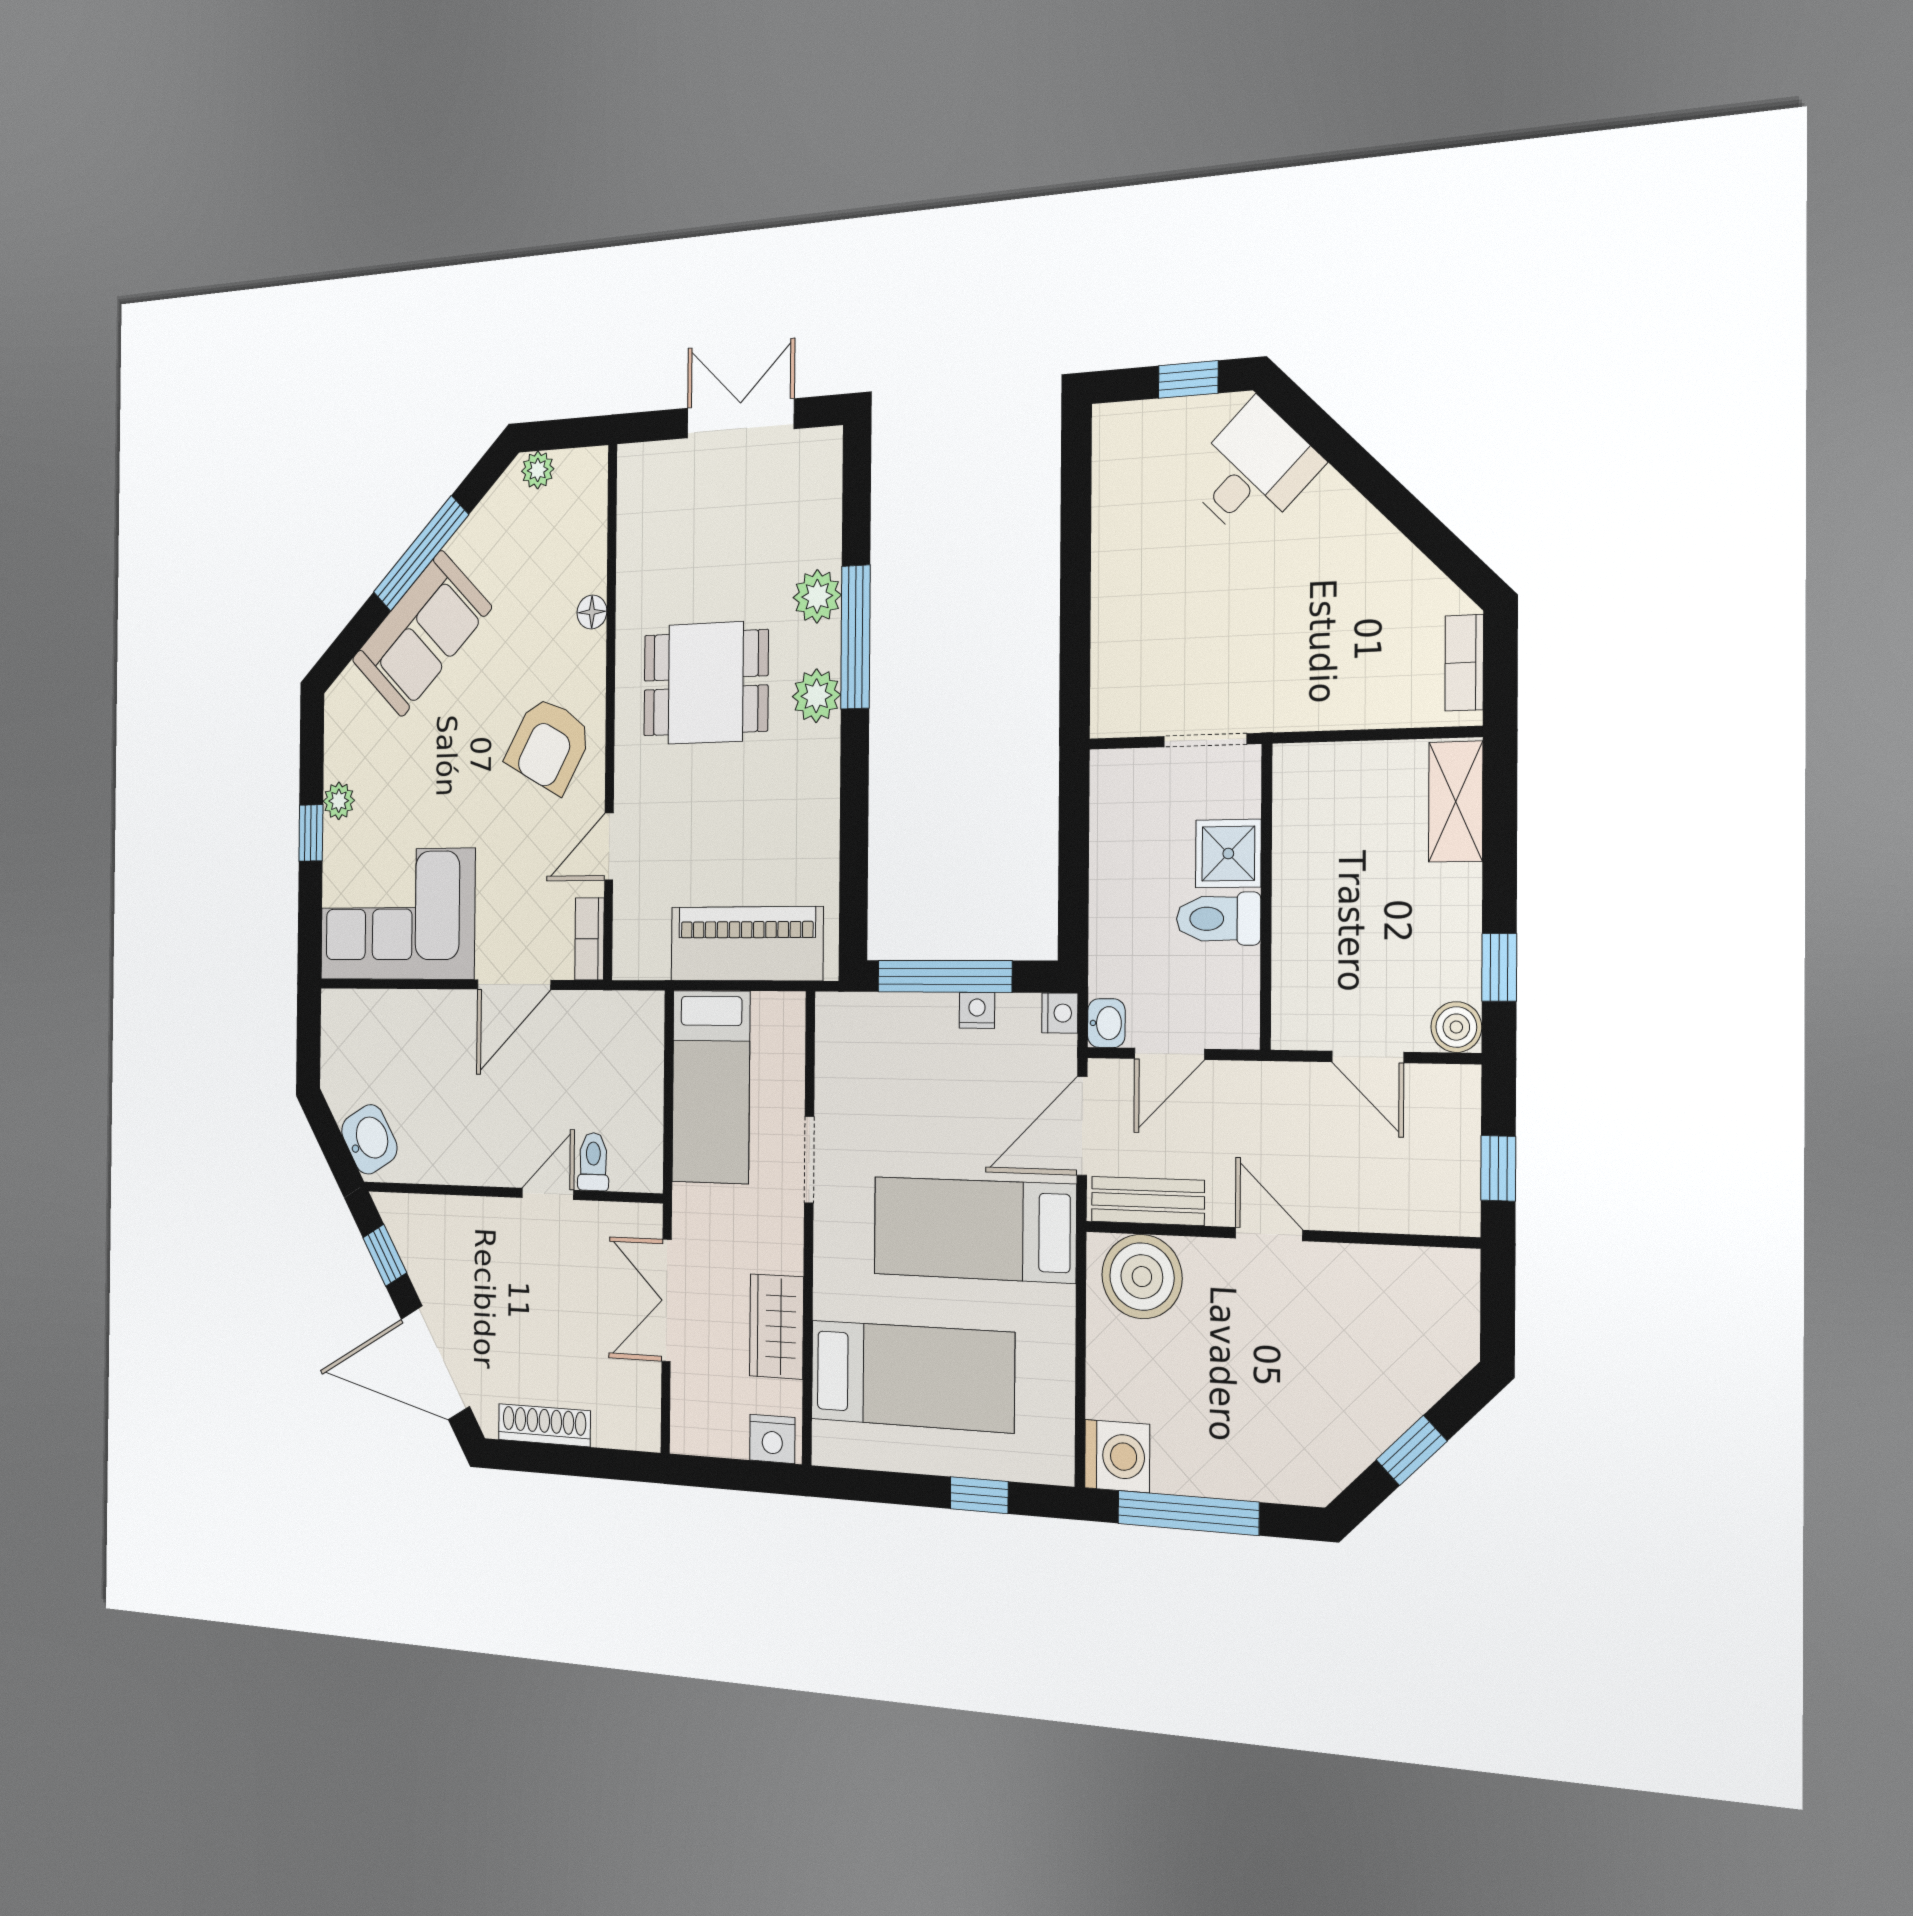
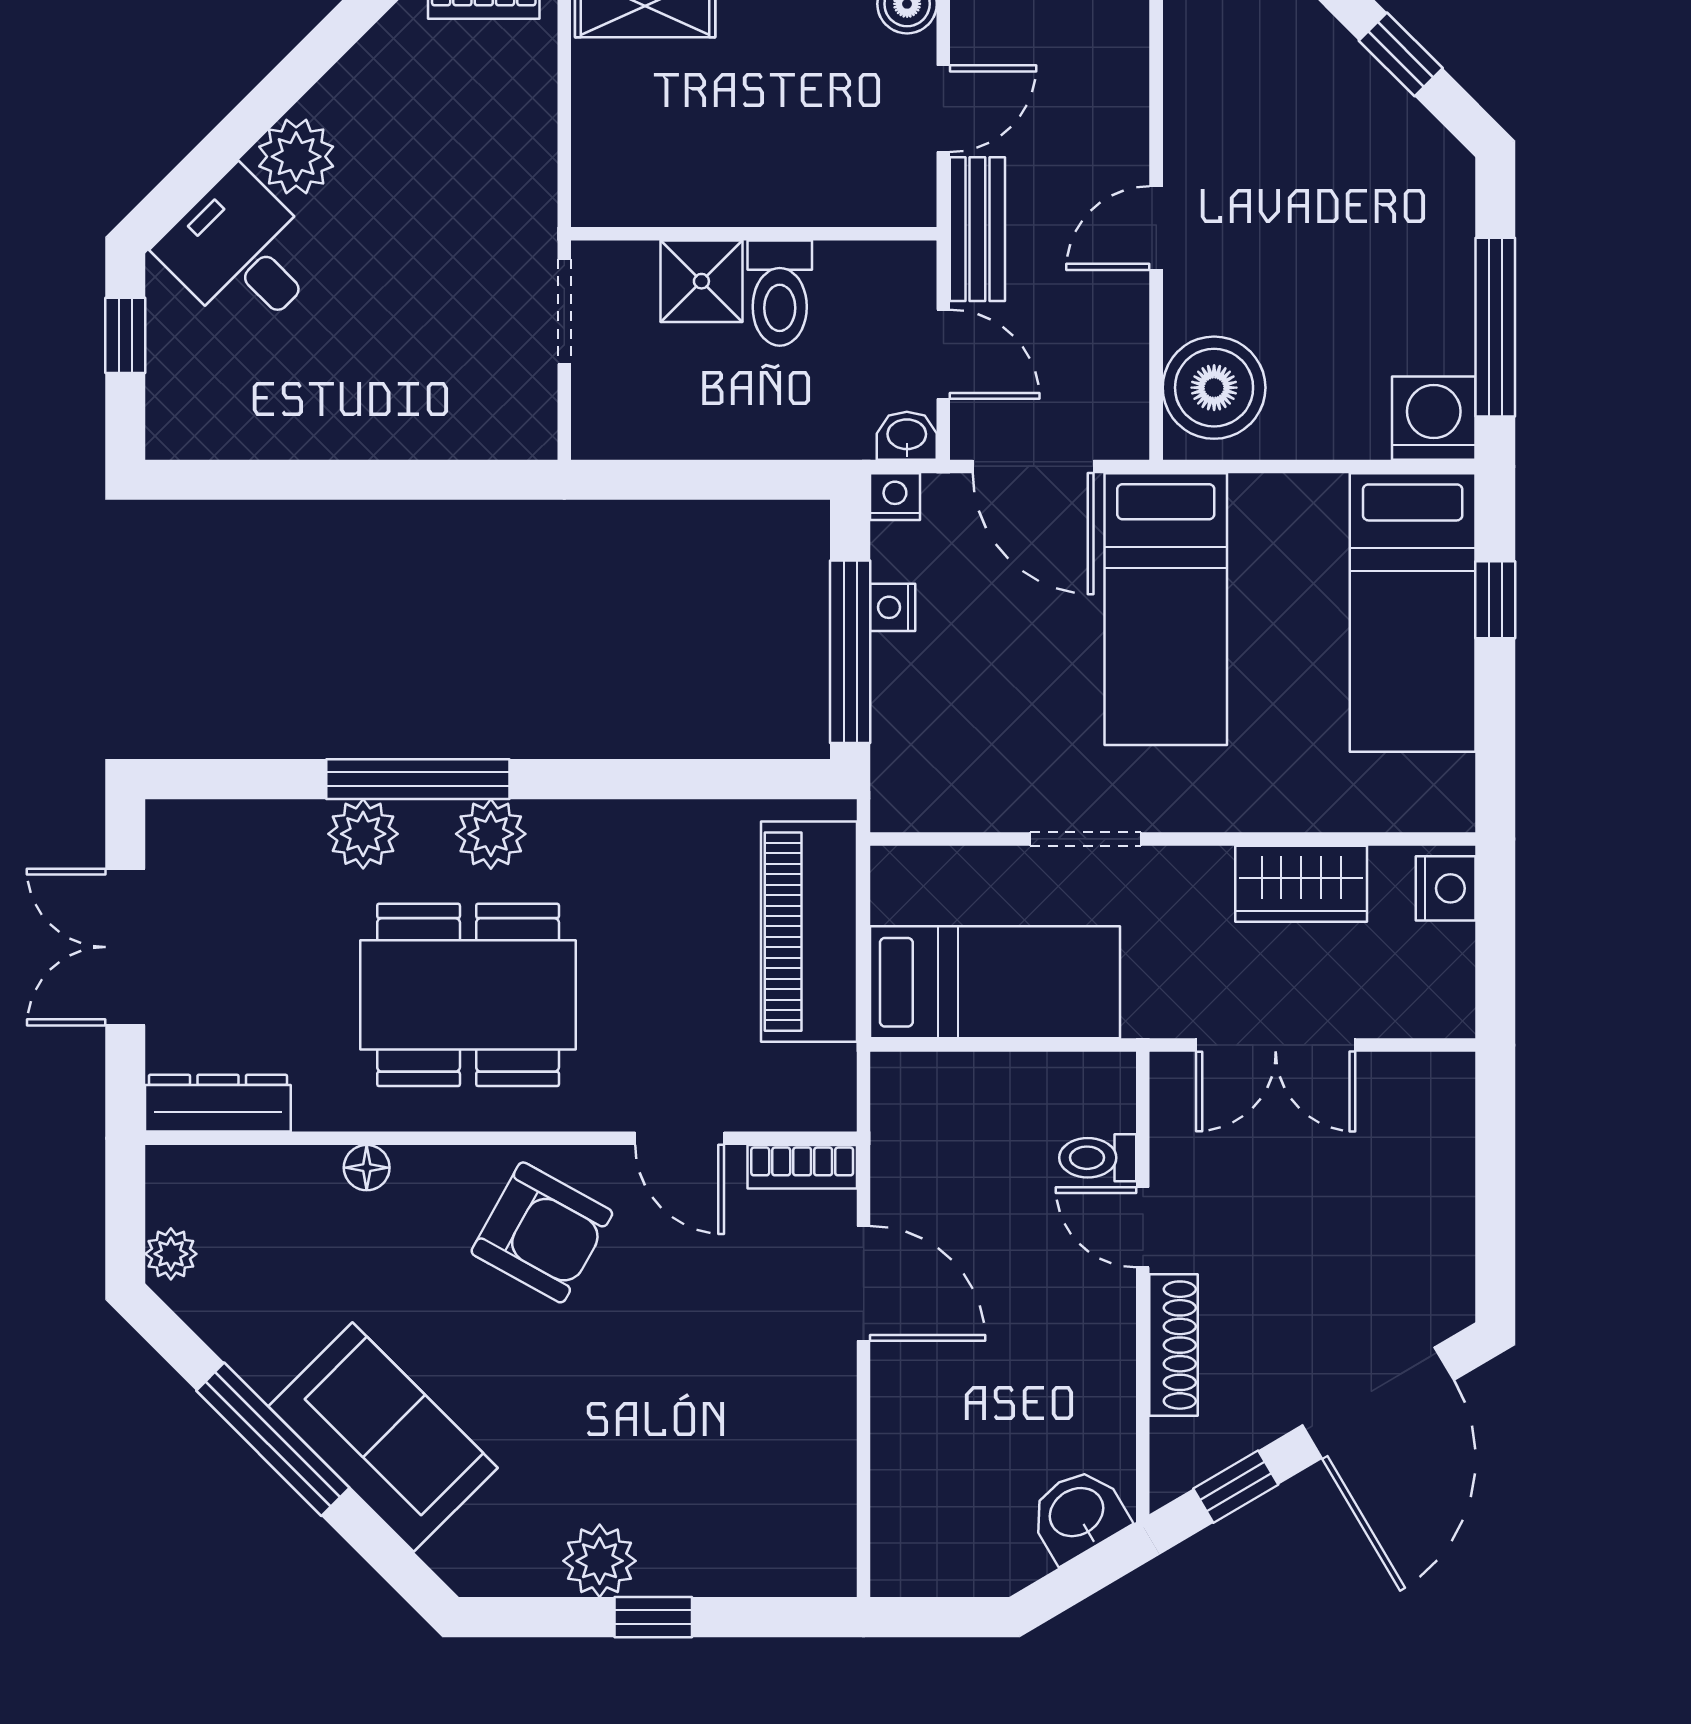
dresser: (635, 497) -> (218, 1103), added
plant: (1331, 511) -> (296, 157), added
dining table: (706, 683) -> (468, 995), width x1.38
plant: (339, 801) -> (600, 1561), width x1.38, depth x1.38
corner sofa: (397, 914) -> (767, 1472), removed
bench: (1148, 1201) -> (977, 229), moved
bed: (912, 1376) -> (1413, 612), moved, turned 180
shoe rack: (544, 1425) -> (1174, 1345), moved, turned 180

